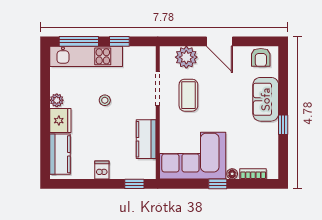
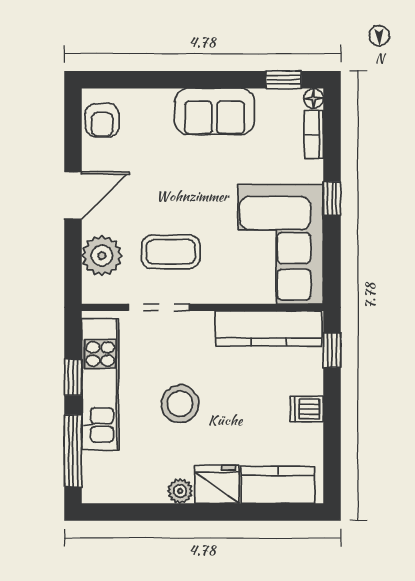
kitchen unit: (86, 56) -> (100, 384), moved
armchair: (261, 57) -> (102, 120), turned 90
sofa: (266, 99) -> (215, 111), moved
stool: (105, 100) -> (180, 404), width x1.89, depth x1.89
window: (283, 125) -> (284, 80), moved
kitchen counter: (146, 139) -> (269, 329), width x1.50
floor lamp: (232, 174) -> (314, 98), moved

